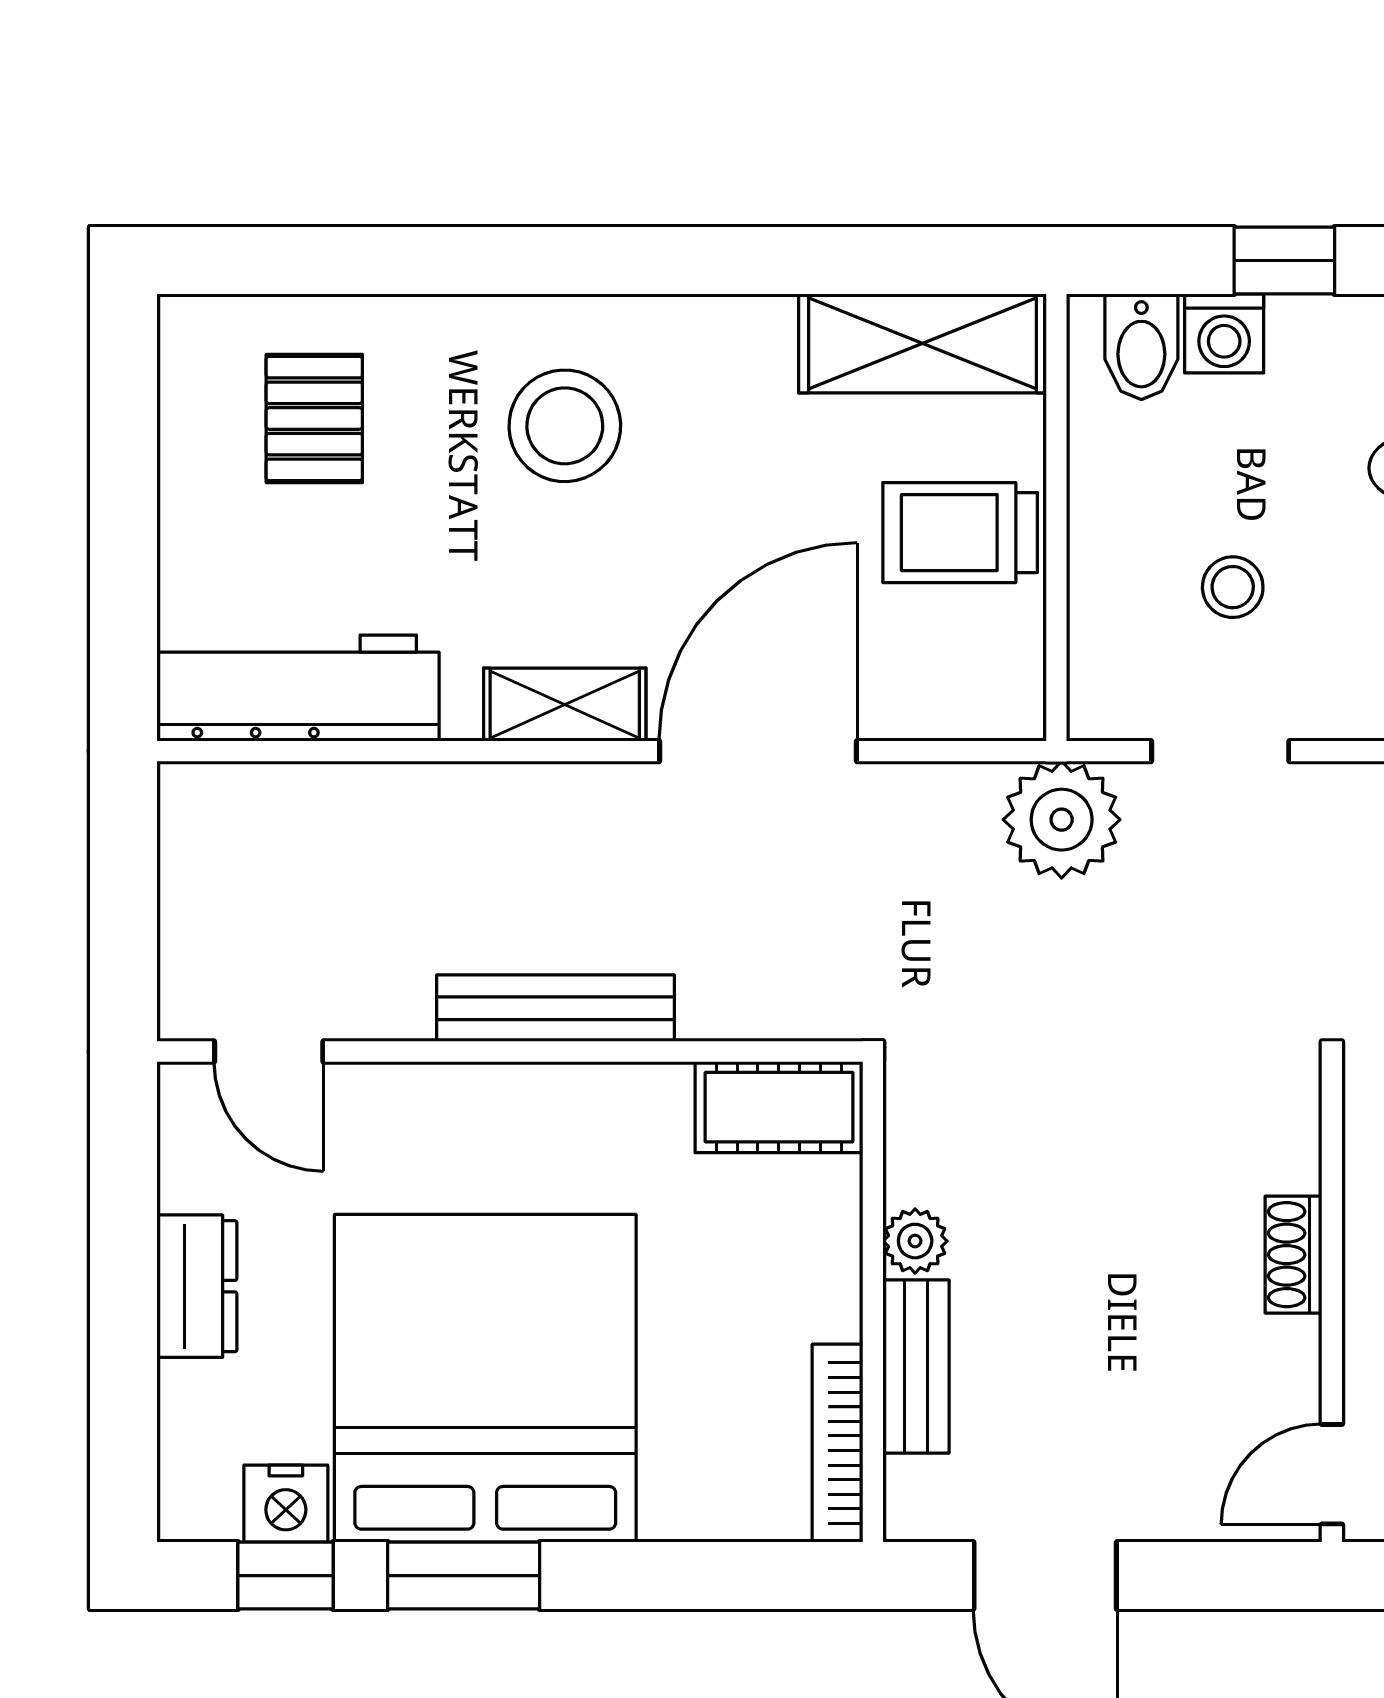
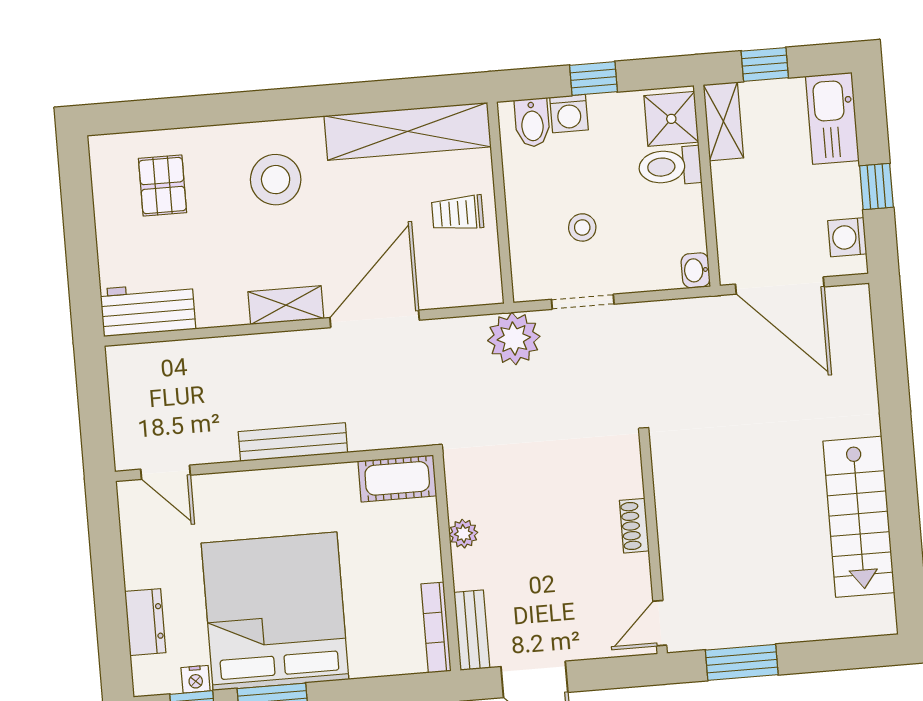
shelving: (923, 343) -> (408, 131), width x1.47
trolley: (960, 533) -> (458, 213), width x0.73, depth x0.72
workbench: (298, 688) -> (148, 309), width x0.73
dresser: (197, 1286) -> (145, 622), moved
bench: (916, 1367) -> (472, 630), moved
nightstand: (286, 1504) -> (196, 679), width x0.72, depth x0.74

